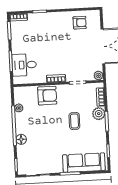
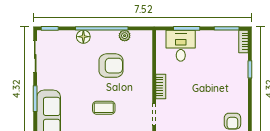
armchair: (47, 96) -> (111, 66), moved, turned -90

